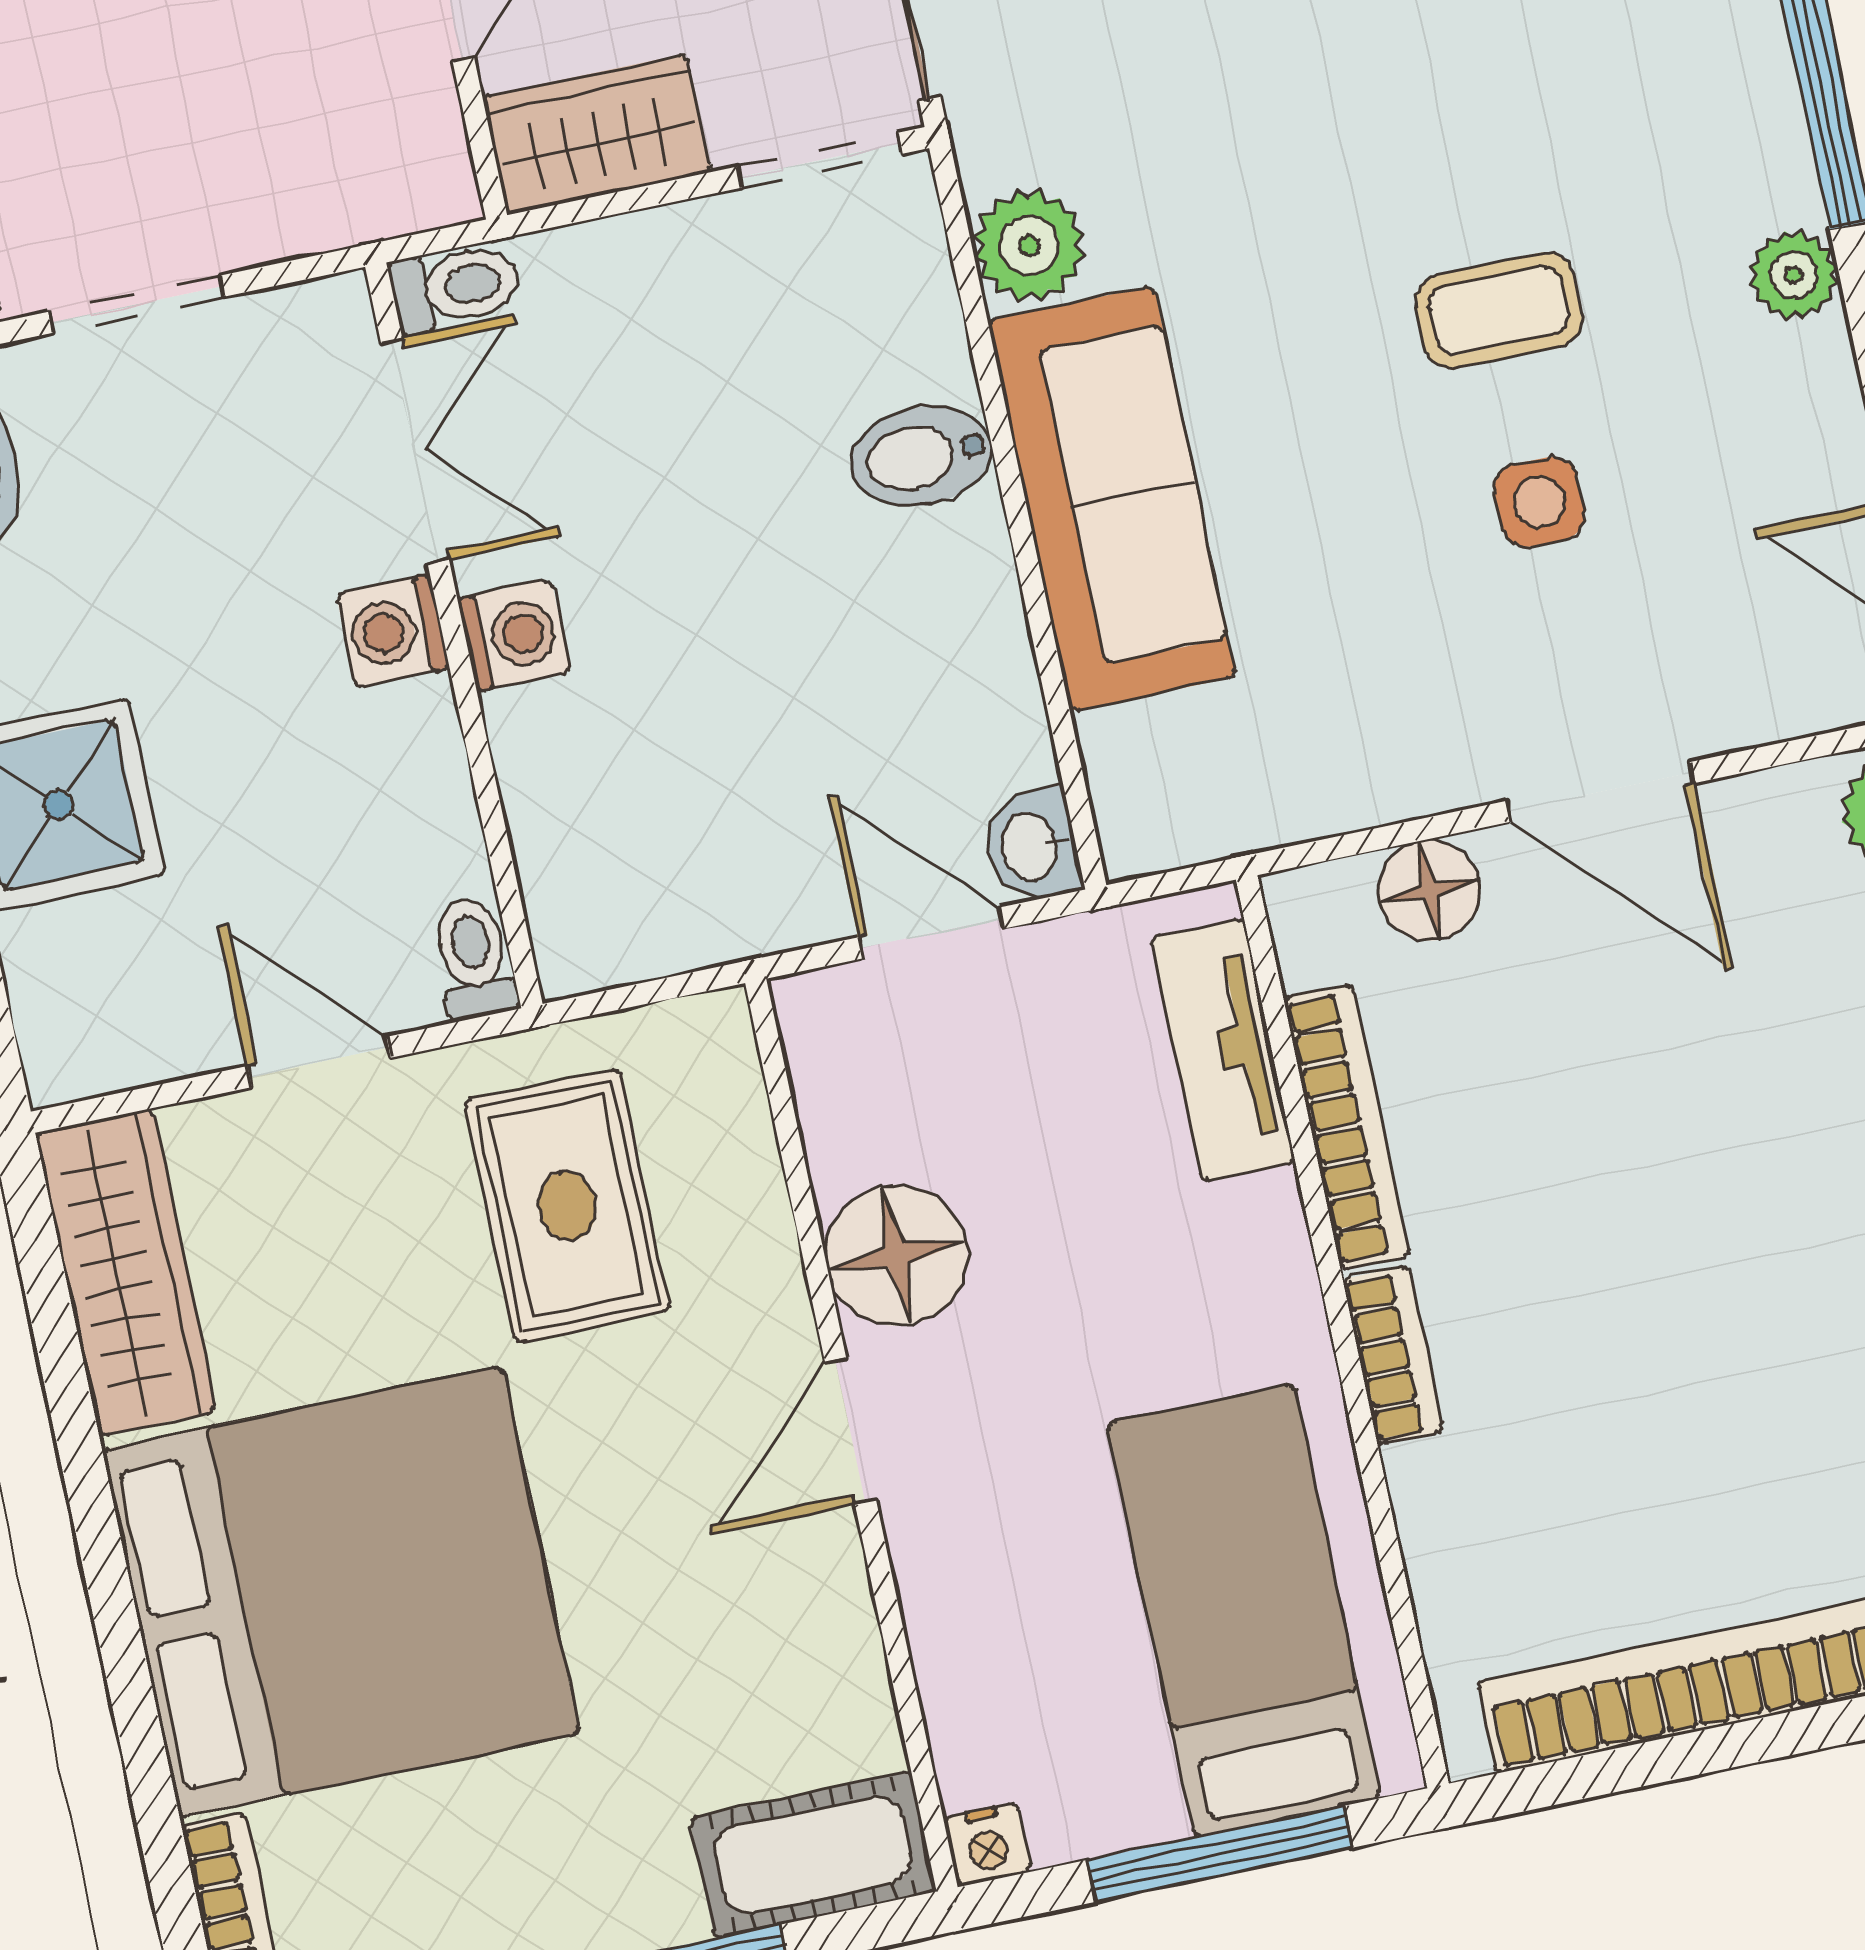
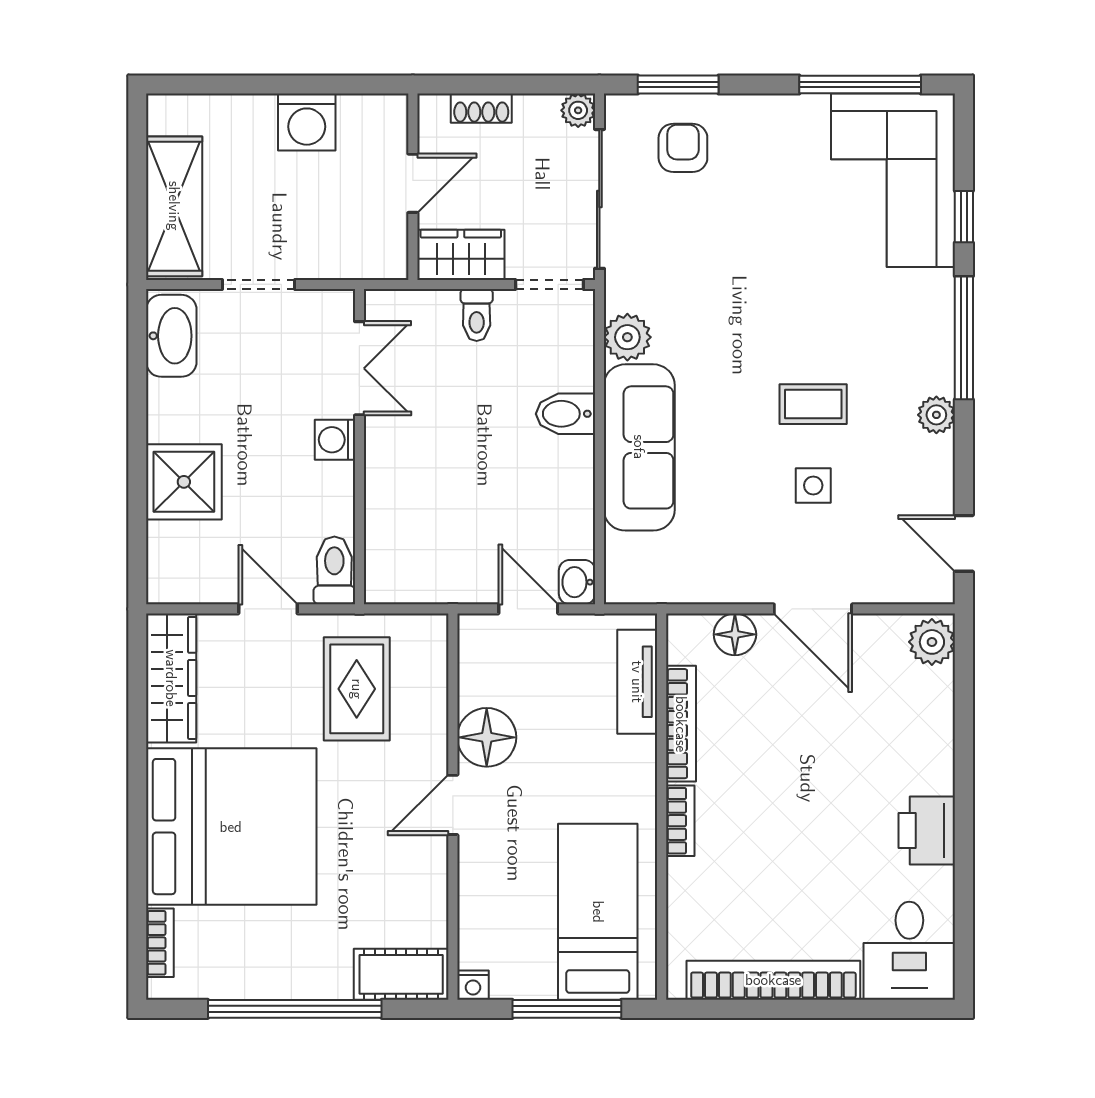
toilet: (455, 287) -> (477, 315), moved, turned 90
washing machine: (514, 636) -> (384, 452), removed
toilet: (474, 958) -> (334, 570), width x1.37, depth x1.39

